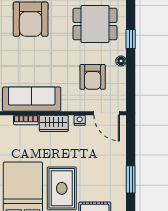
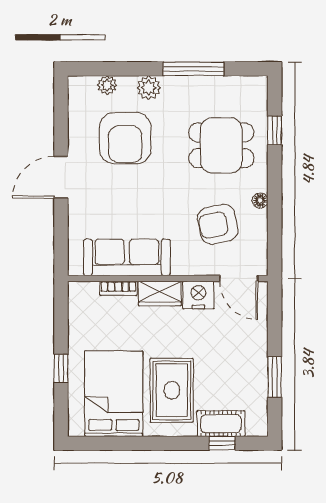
window: (131, 39) -> (275, 130), moved
armchair: (93, 77) -> (218, 224), turned 78
nightstand: (80, 120) -> (198, 295), width x1.89, depth x1.79

